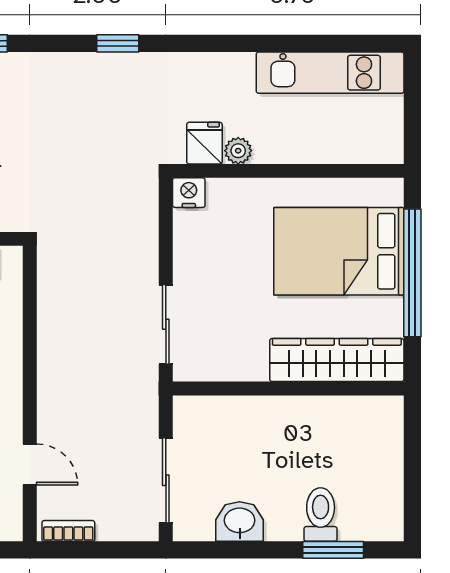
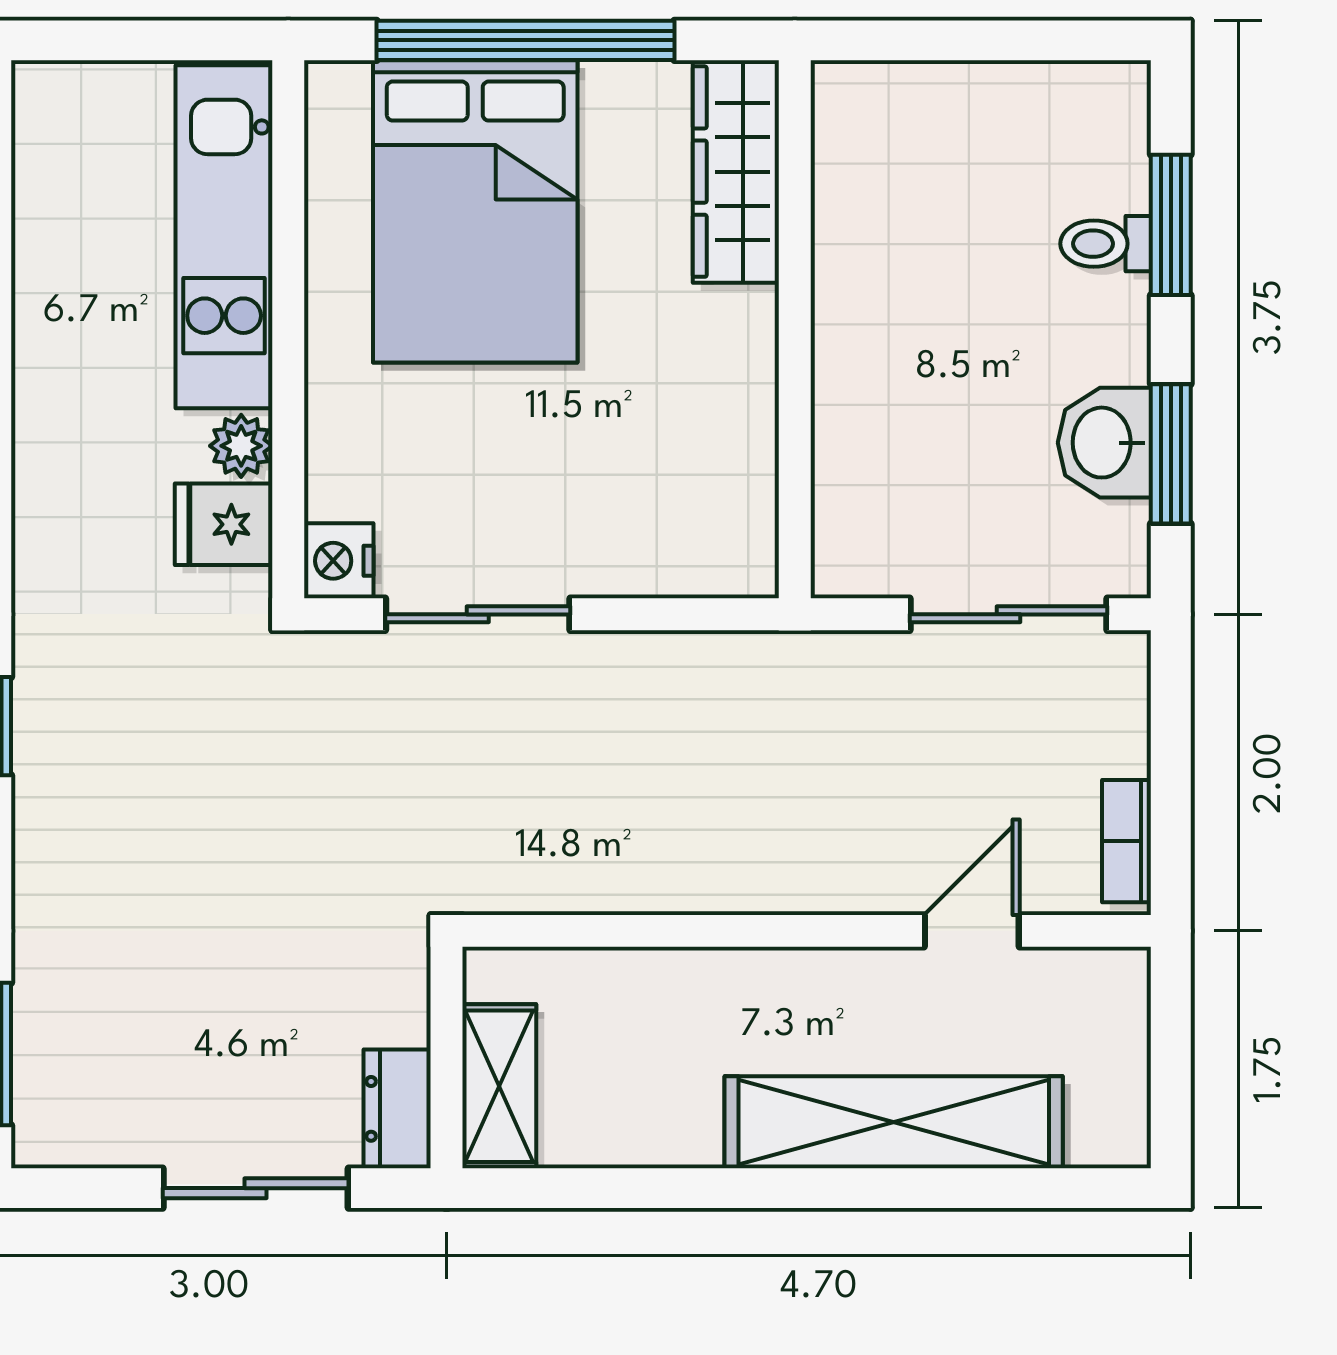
kitchen unit: (330, 73) -> (224, 237), moved, turned 180
sliding door: (166, 324) -> (478, 614), moved
wardrobe: (337, 360) -> (736, 172), width x0.71, depth x0.85
toilet: (321, 515) -> (1106, 244), width x0.73, depth x0.72
window: (235, 550) -> (1171, 454), added

